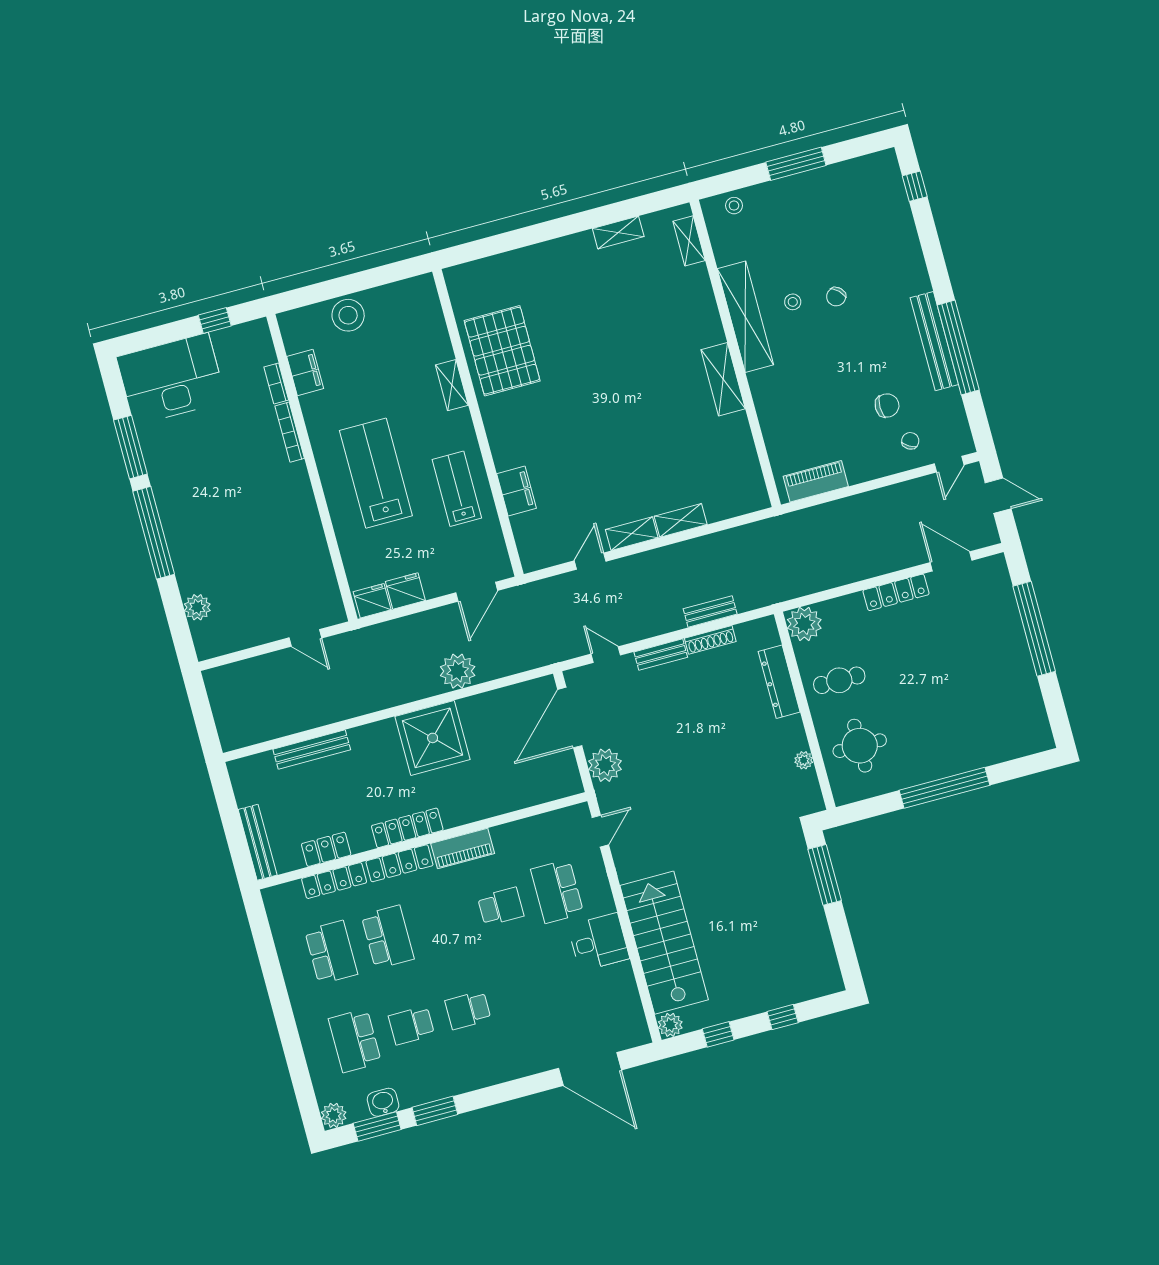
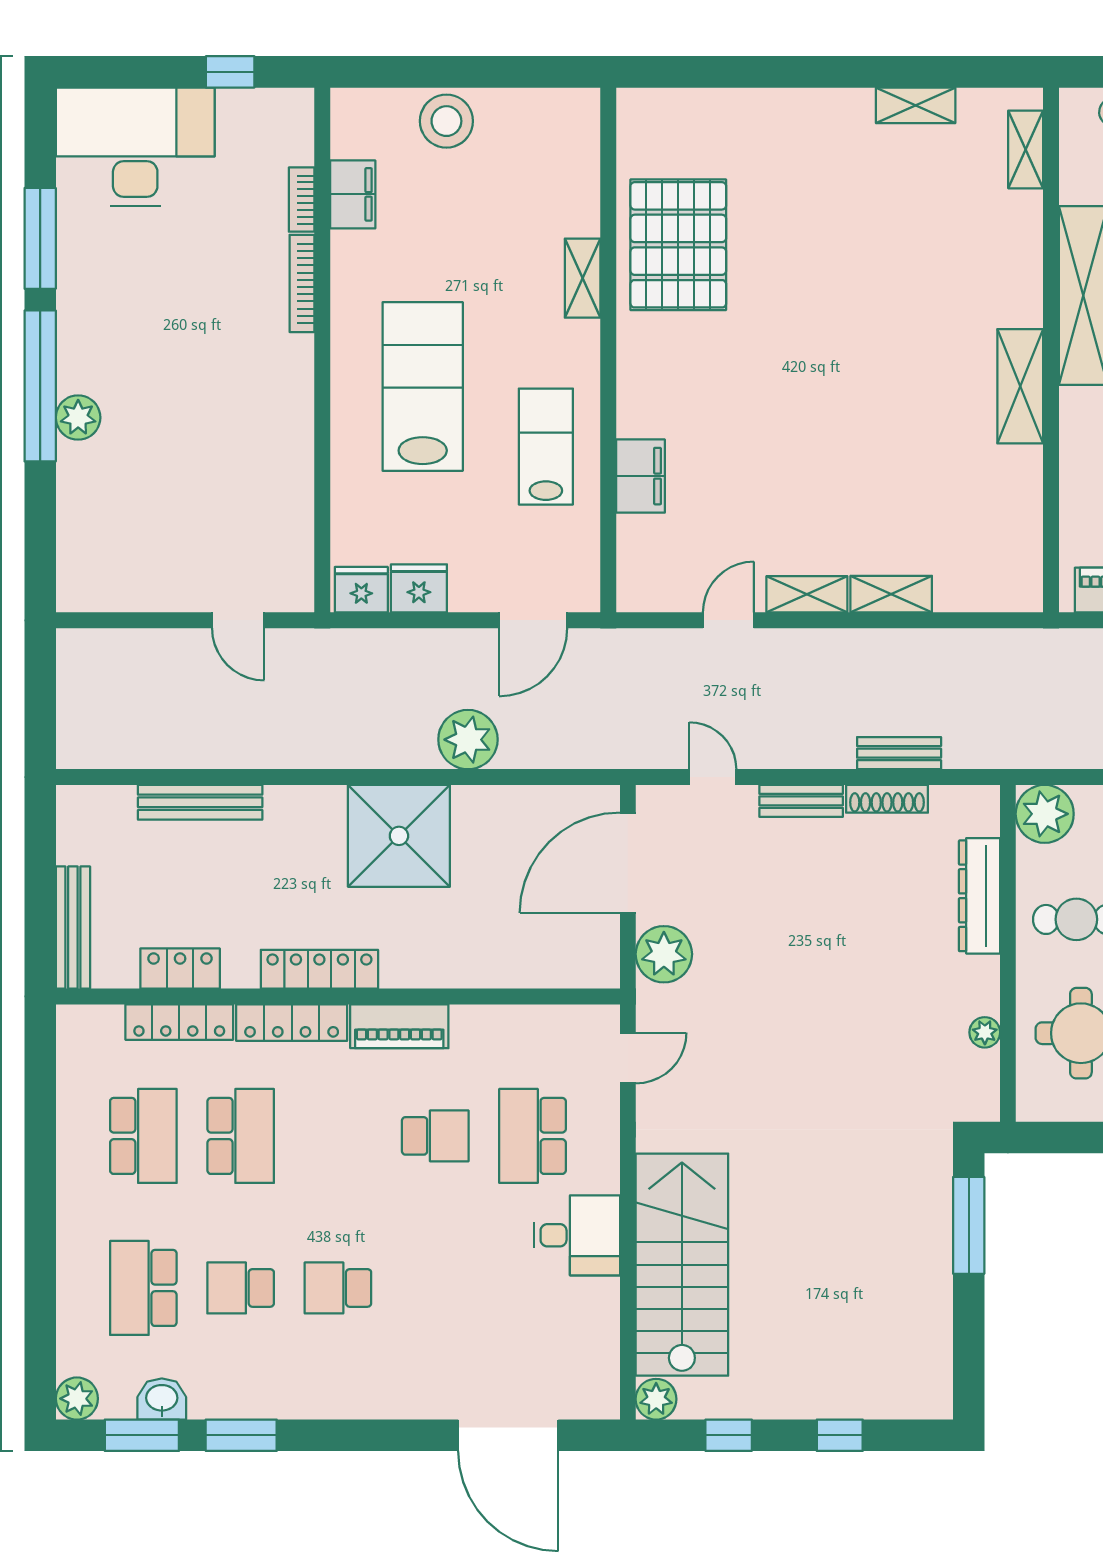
plant: (197, 607) -> (78, 418), moved

